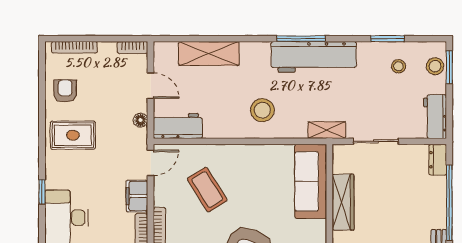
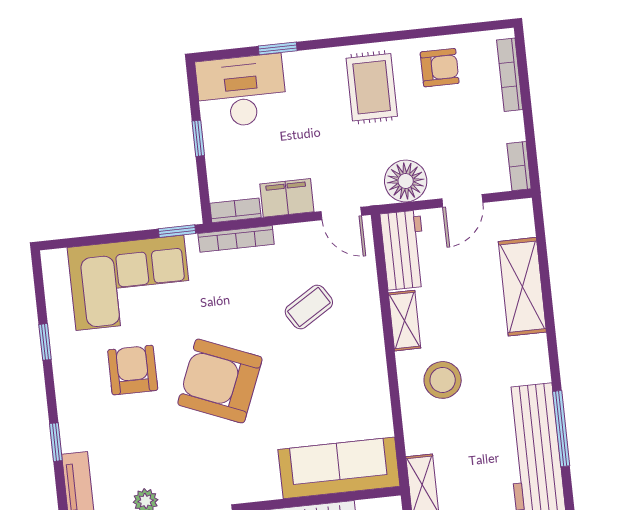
floor lamp: (141, 120) -> (406, 181), width x1.89, depth x1.89
shelving: (222, 130) -> (405, 321), added
coffee table: (207, 190) -> (309, 307), width x0.73, depth x0.77

